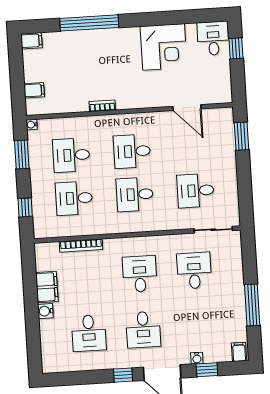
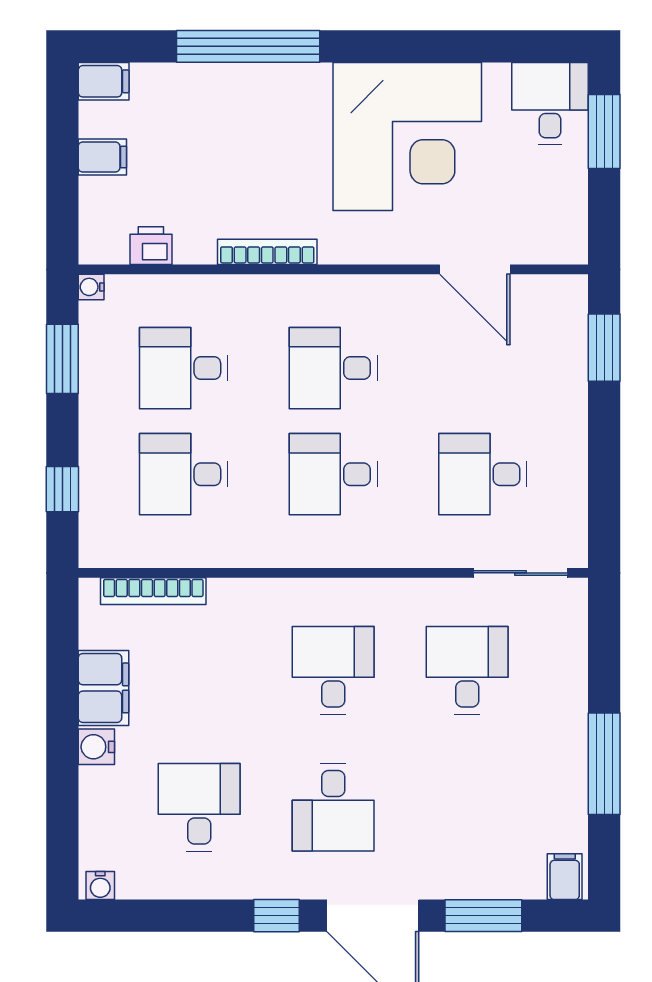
corner desk: (164, 47) -> (407, 137), width x1.36, depth x1.36
window: (236, 48) -> (604, 132), width x1.50
filing cabinet: (34, 90) -> (102, 157), moved
printer: (55, 106) -> (151, 246), added
bookcase: (102, 106) -> (267, 252), width x1.56
bookcase: (81, 245) -> (153, 591), moved
desk: (89, 333) -> (199, 807), turned 180
water cooler: (197, 358) -> (100, 886), moved
window: (207, 370) -> (483, 916), width x1.50

